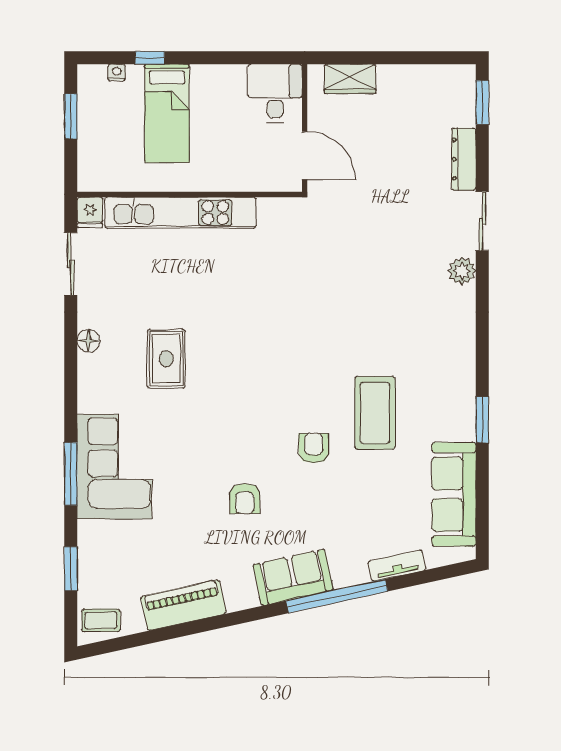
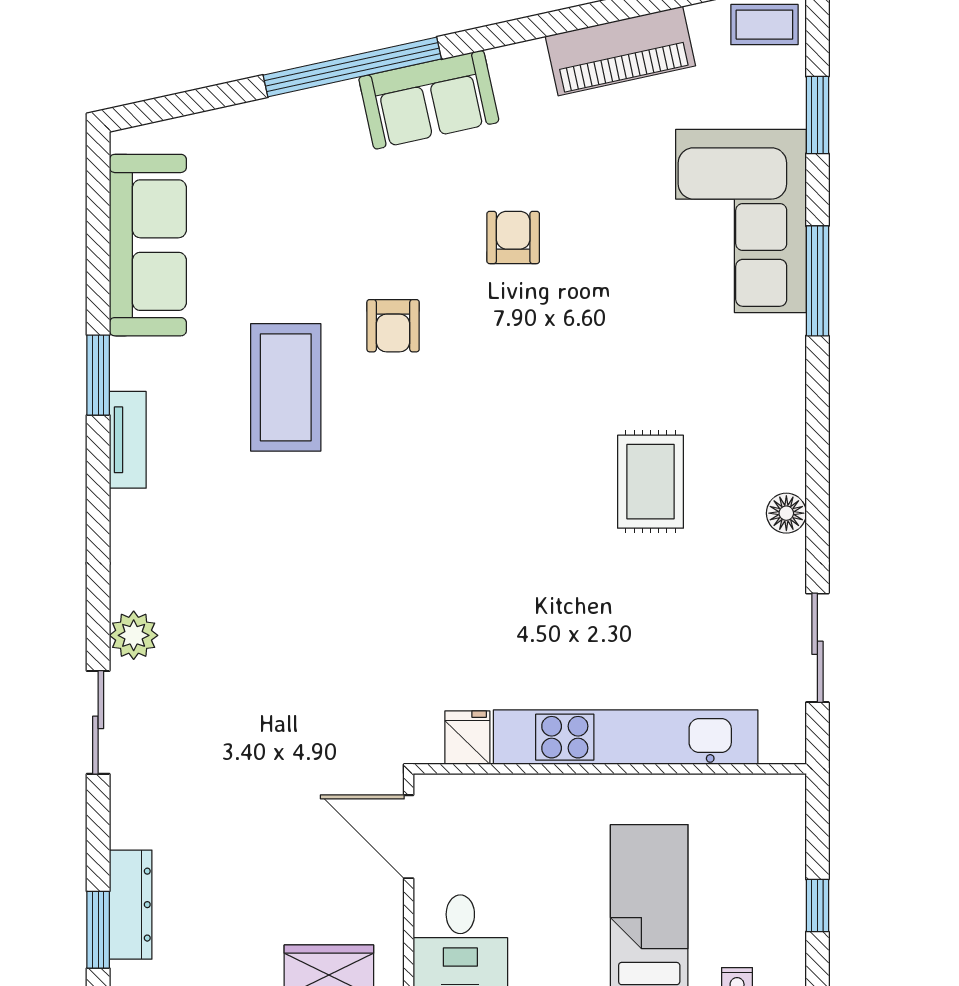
window: (71, 116) -> (817, 905), width x0.67
dresser: (464, 159) -> (131, 905), moved
fridge: (90, 212) -> (467, 738), moved
corner sofa: (114, 467) -> (741, 221), moved
tv unit: (397, 566) -> (128, 440), moved, turned -78

